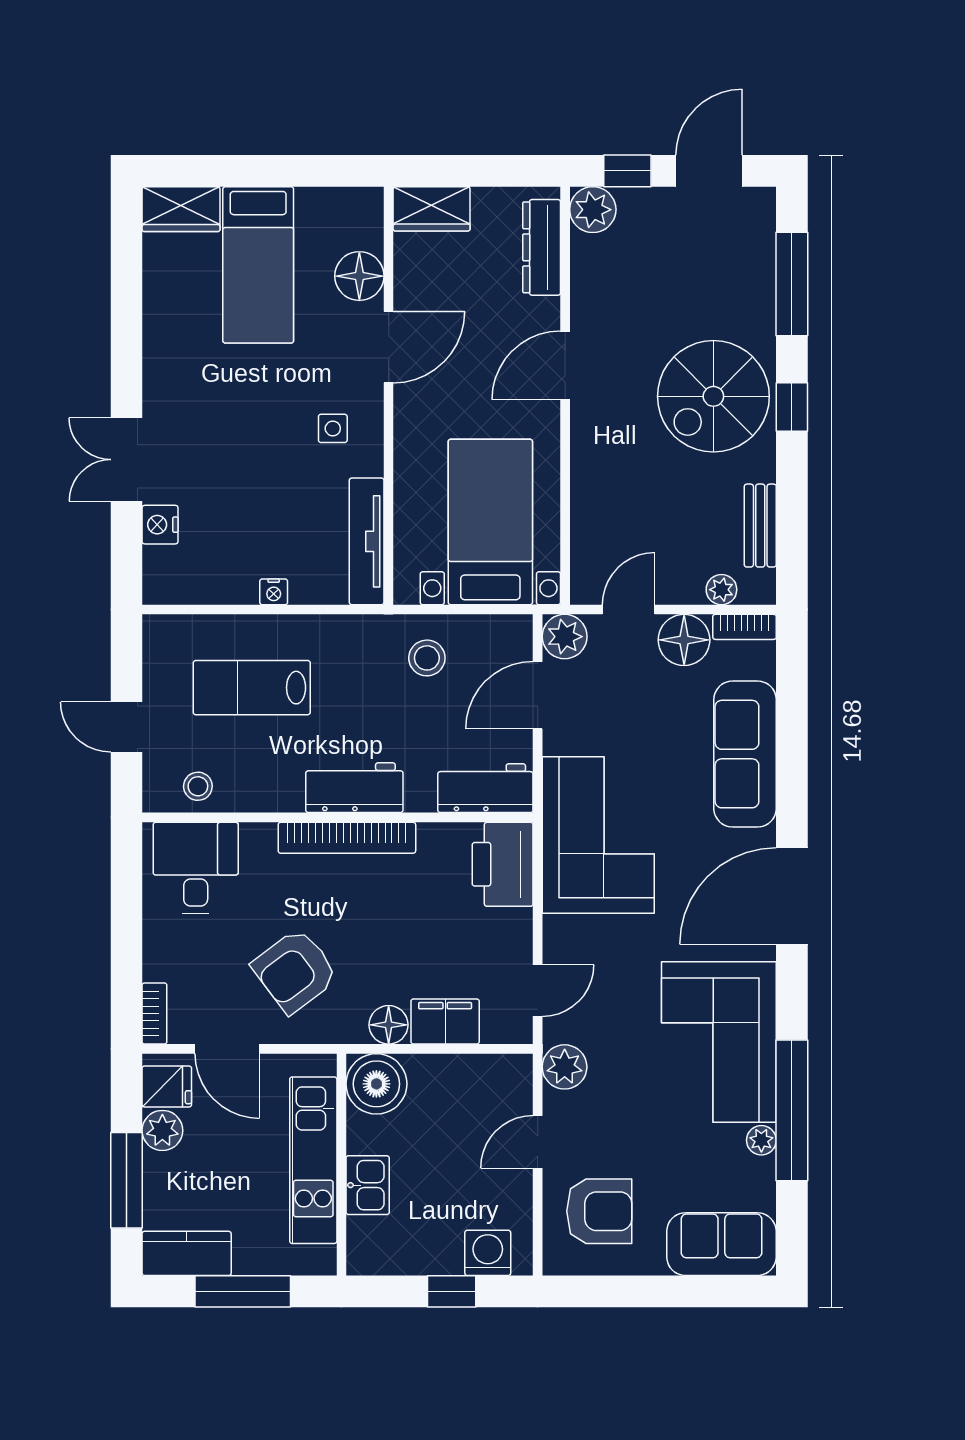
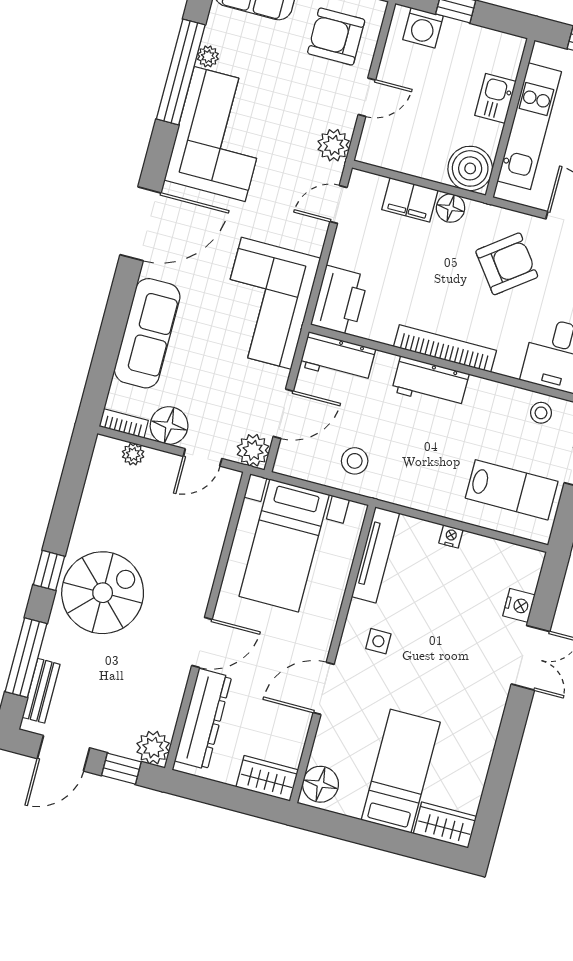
dresser: (542, 247) -> (203, 719), width x1.37, depth x1.24
floor lamp: (359, 276) -> (320, 784), moved
bench: (760, 526) -> (41, 691), moved
lab bench: (252, 688) -> (512, 490), moved

